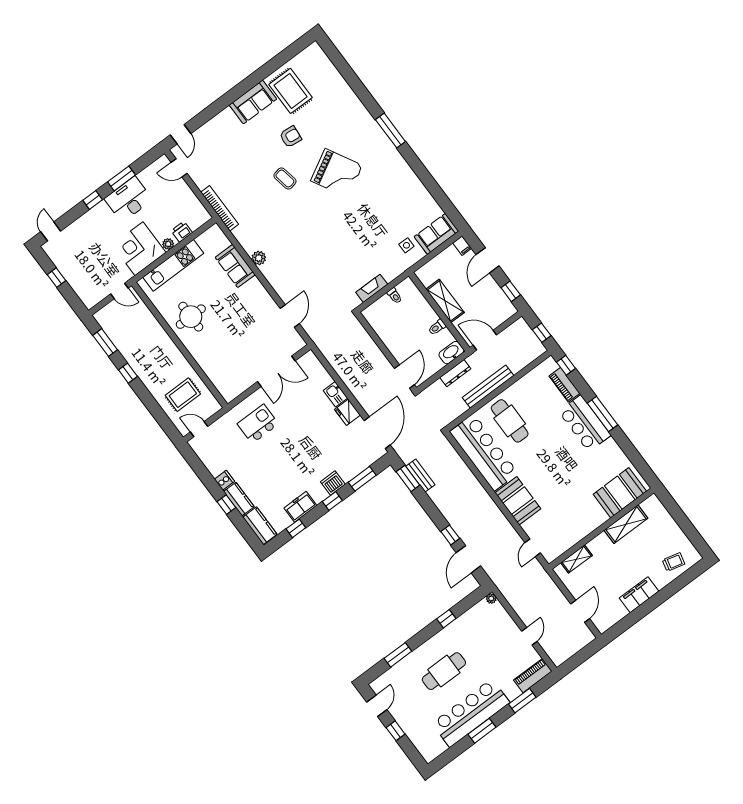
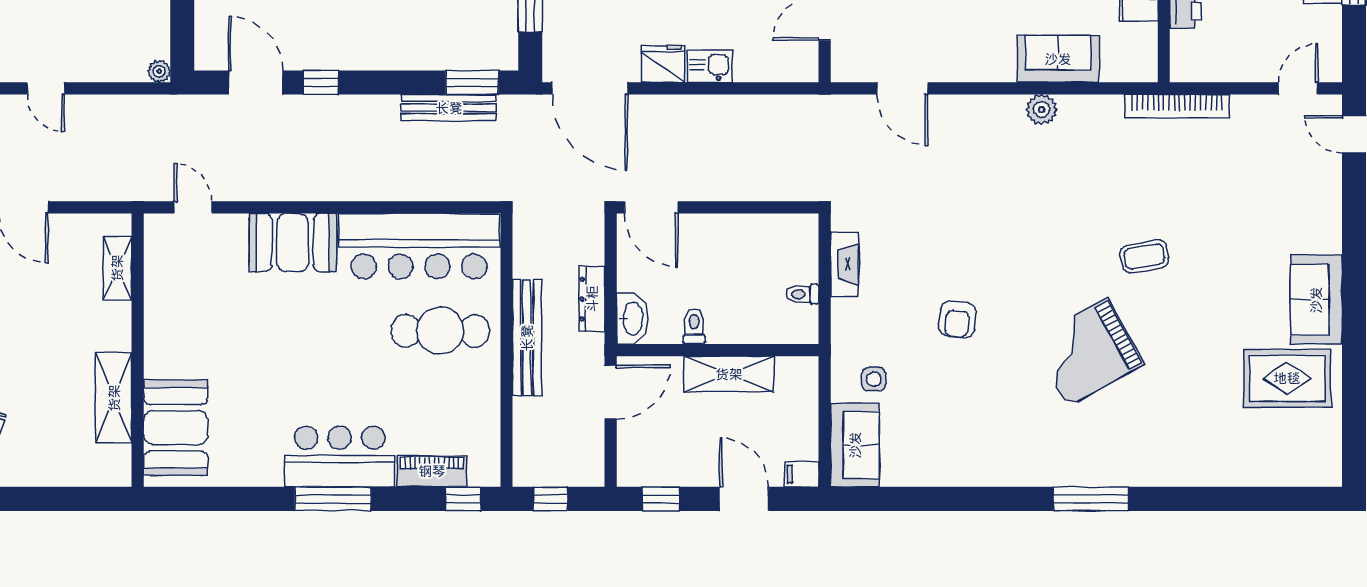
armchair: (291, 137) -> (957, 319), moved
bench: (420, 475) -> (449, 108), width x1.36

